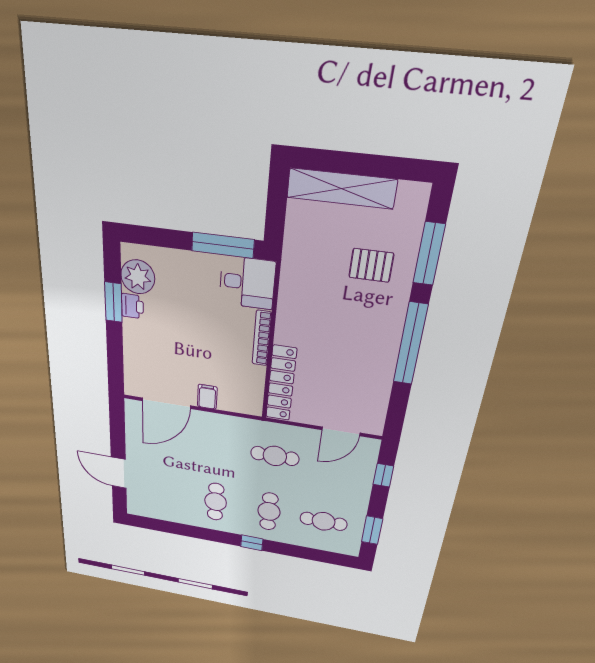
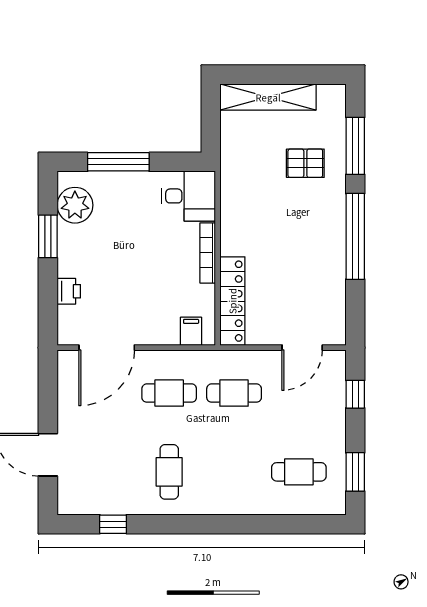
window: (223, 245) -> (118, 162), moved
printer: (132, 306) -> (69, 291), moved
filing cabinet: (207, 397) -> (191, 331), moved
cafe table: (269, 511) -> (169, 393), moved, turned 90
window: (252, 543) -> (113, 524), moved

